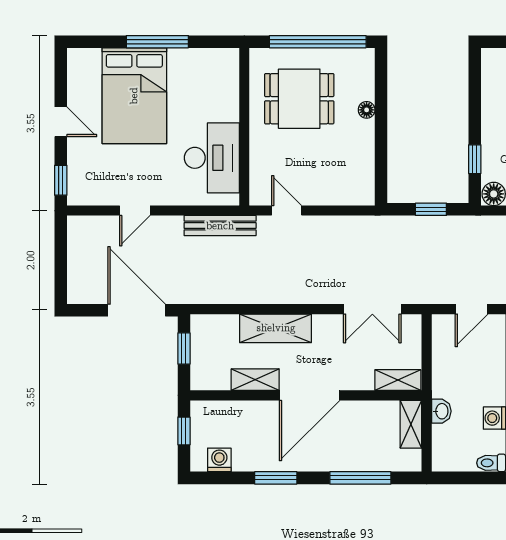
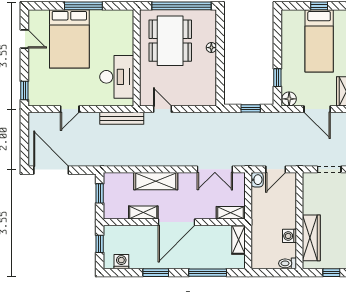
dining table: (299, 99) -> (170, 41), width x1.37
door: (61, 122) -> (24, 39), moved
door: (137, 310) -> (51, 170), moved
washbasin: (441, 411) -> (257, 180), moved

